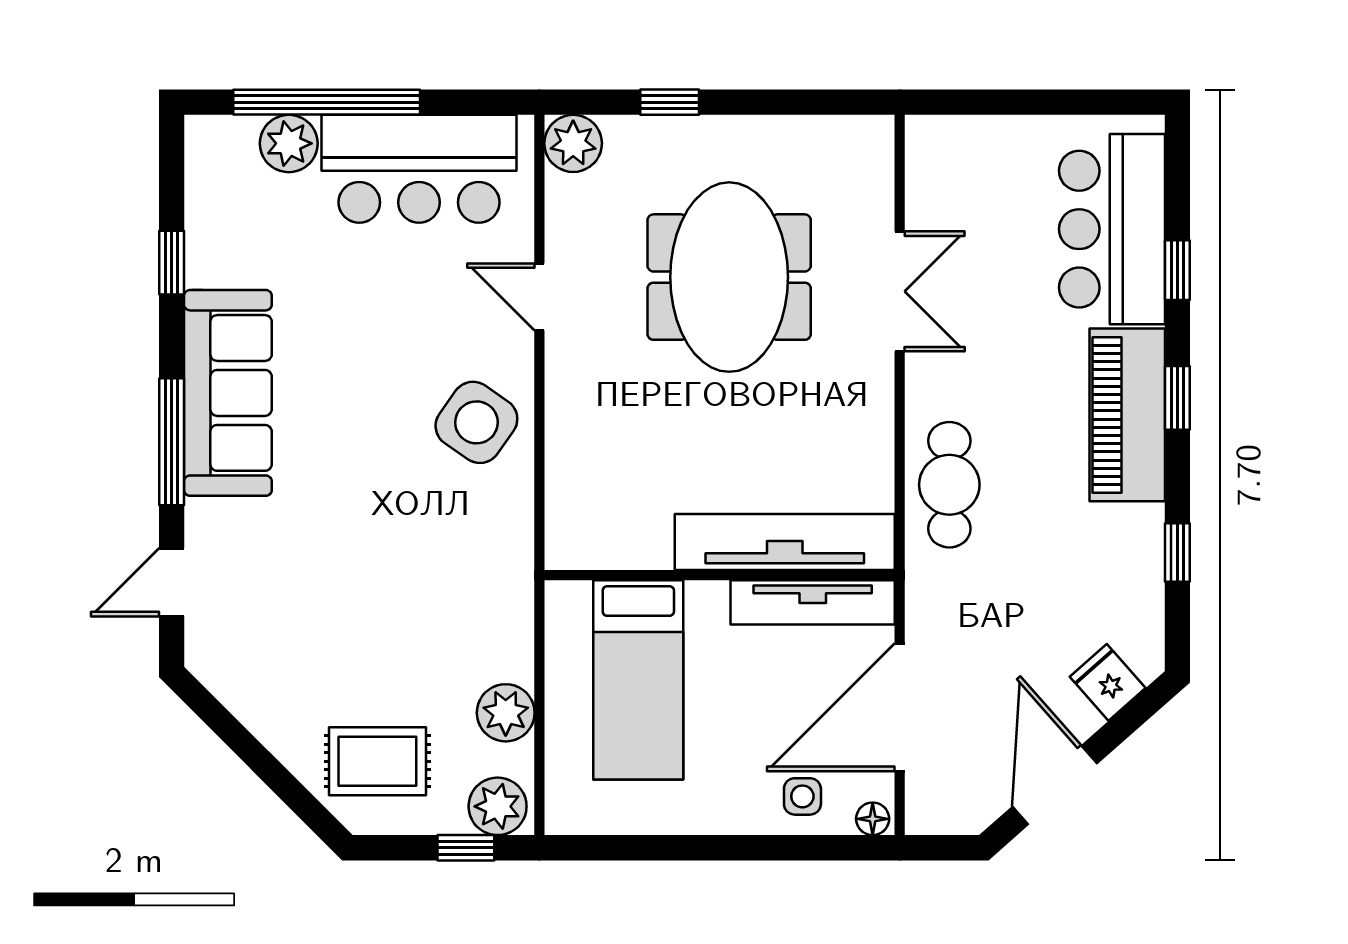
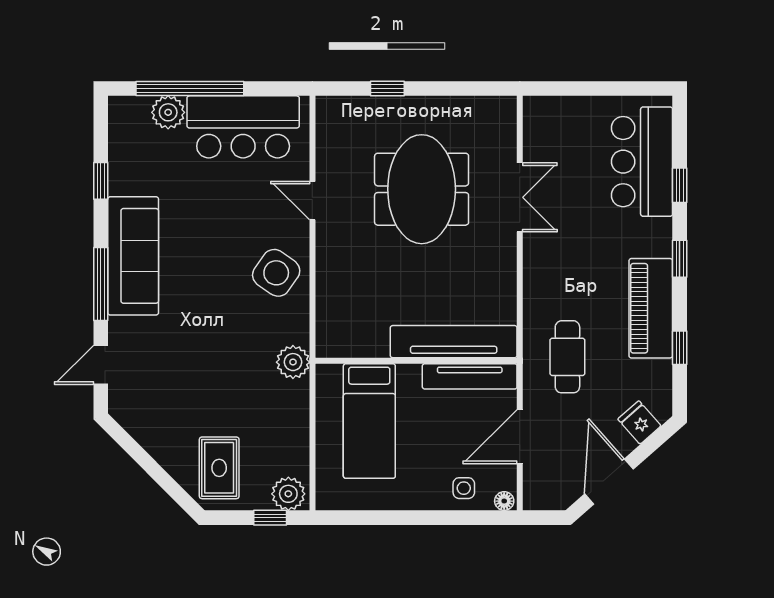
plant: (573, 143) -> (332, 112), removed
piano: (1127, 415) -> (651, 308), moved
cafe table: (949, 485) -> (567, 357), moved
door: (900, 707) -> (520, 437), width x0.73
plant: (506, 713) -> (293, 362), moved
rug: (377, 761) -> (219, 468), turned 90

